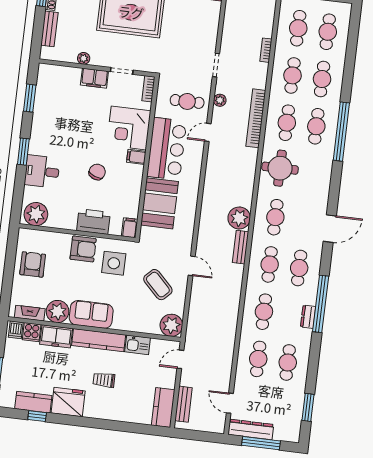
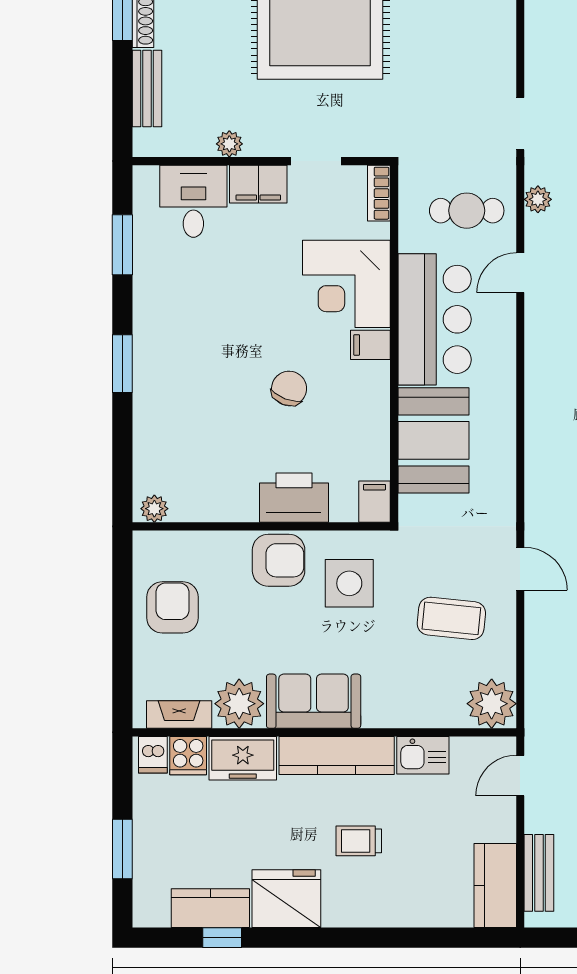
desk: (42, 171) -> (193, 201), moved, turned 90
plant: (36, 214) -> (154, 509), width x0.53, depth x0.53
coffee table: (158, 285) -> (451, 618), turned -39

